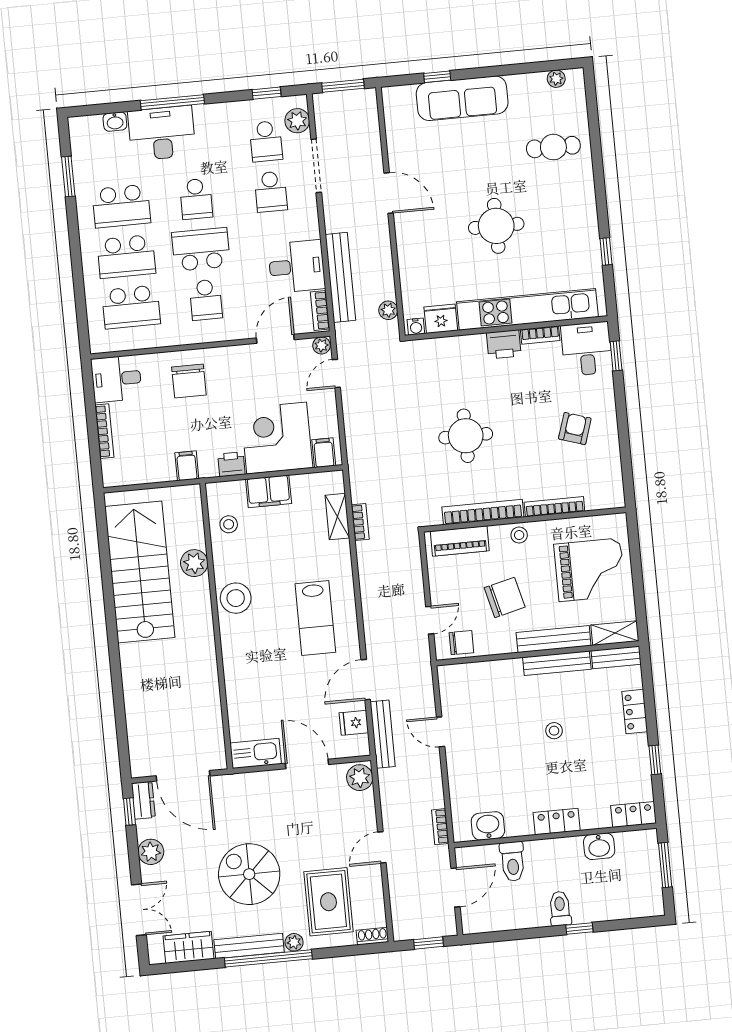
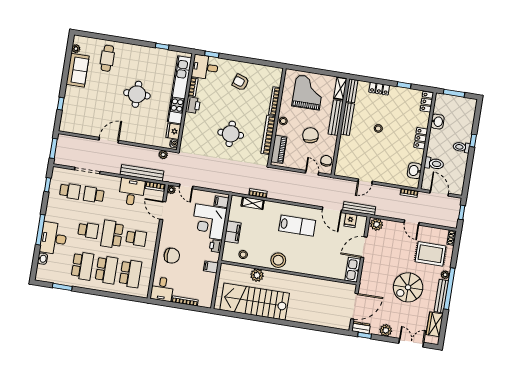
sofa: (462, 98) -> (78, 70), moved, width x0.73
plant: (297, 121) -> (64, 174), removed
school desk: (271, 192) -> (94, 195), turned 180

